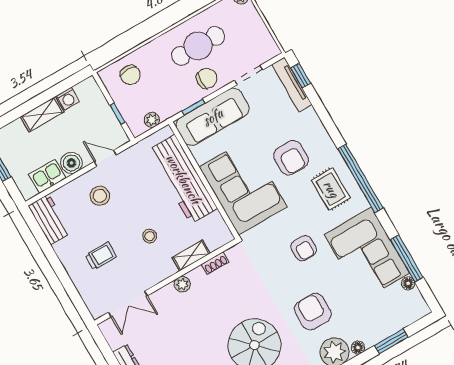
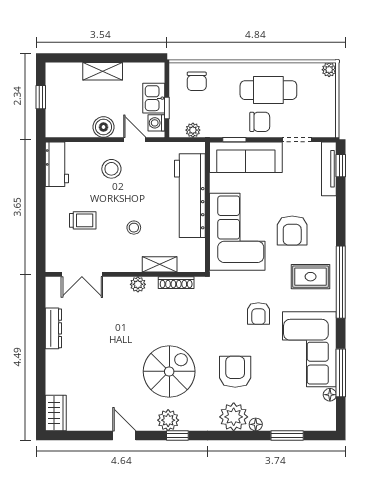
washing machine: (68, 99) -> (156, 123), moved, turned 90
kitchen sink: (47, 176) -> (154, 98), moved, turned -90
rug: (331, 189) -> (311, 277), turned 90
shoe rack: (215, 263) -> (176, 283), width x1.43

